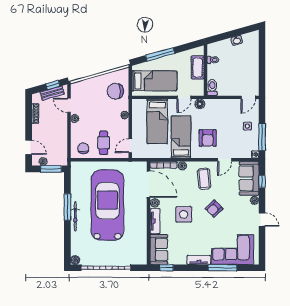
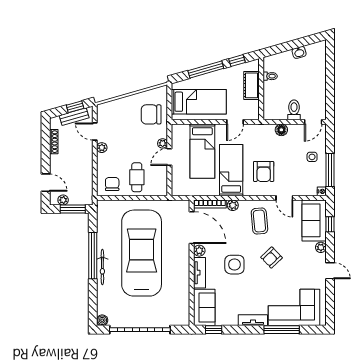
window: (186, 47) -> (237, 61), added
toilet: (212, 88) -> (294, 110), moved
floor lamp: (200, 104) -> (281, 130), moved
door: (130, 146) -> (169, 157), moved
door: (225, 160) -> (284, 198), hinge flipped
window: (67, 207) -> (93, 256), width x1.46

